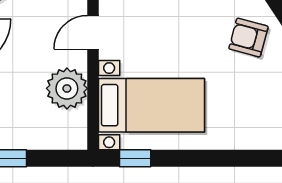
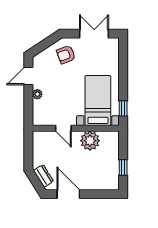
armchair: (248, 38) -> (66, 55), turned 55

